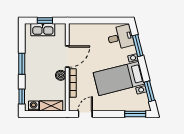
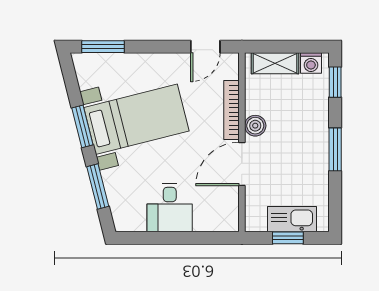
desk: (120, 37) -> (170, 208), moved, turned -76
window: (149, 91) -> (82, 126), moved

